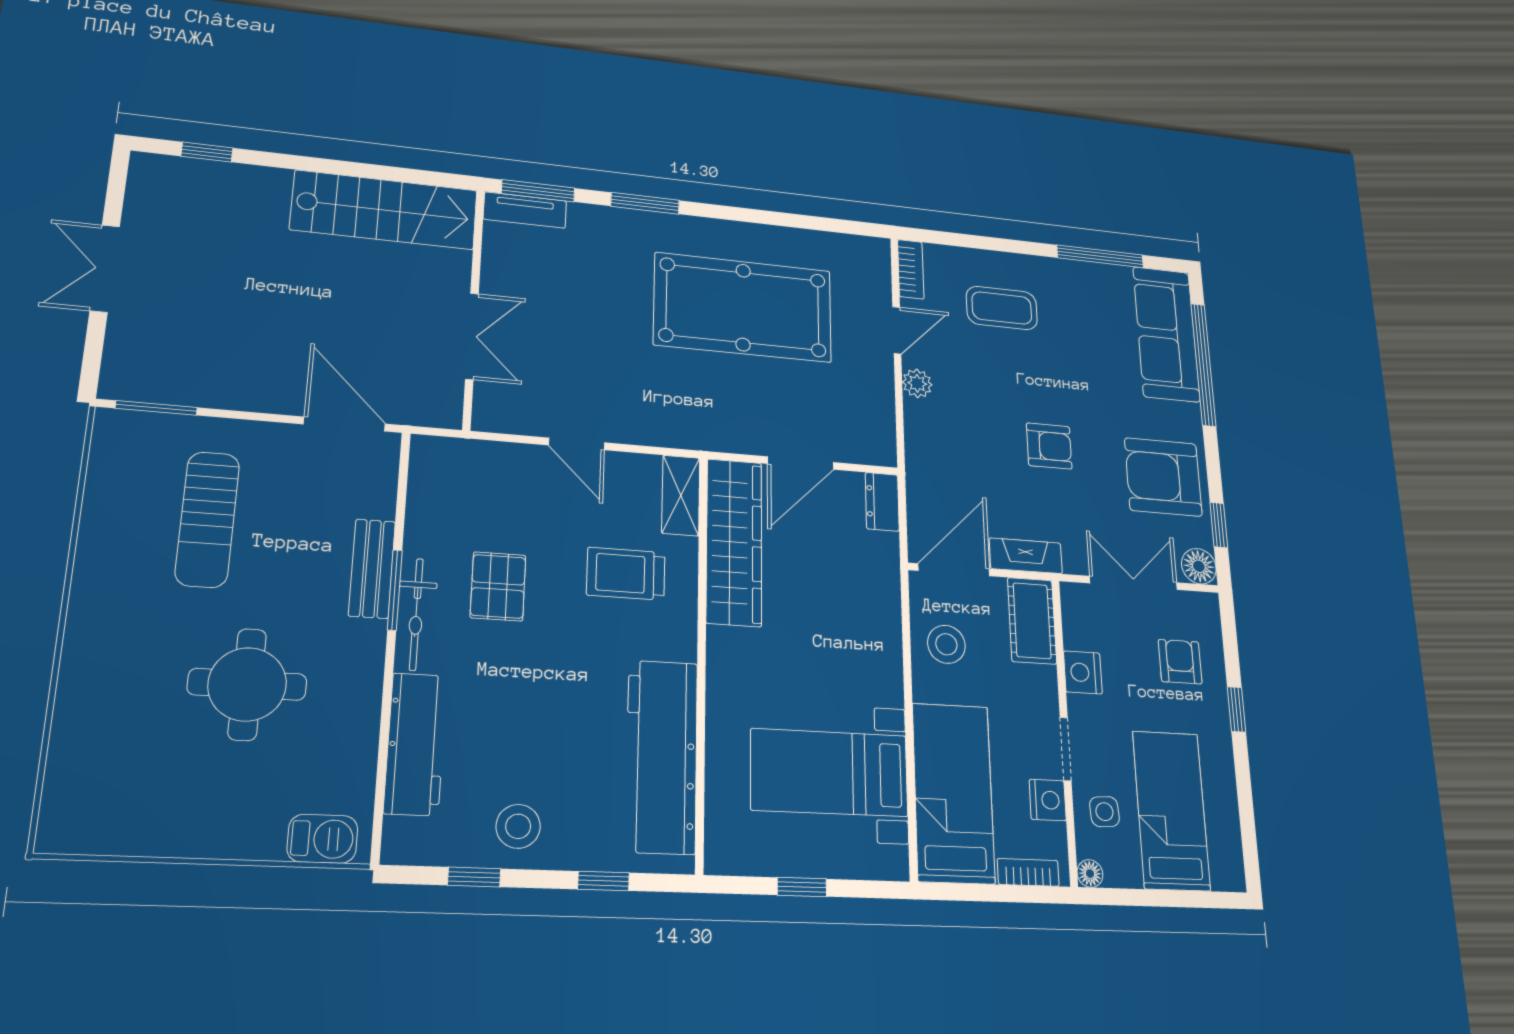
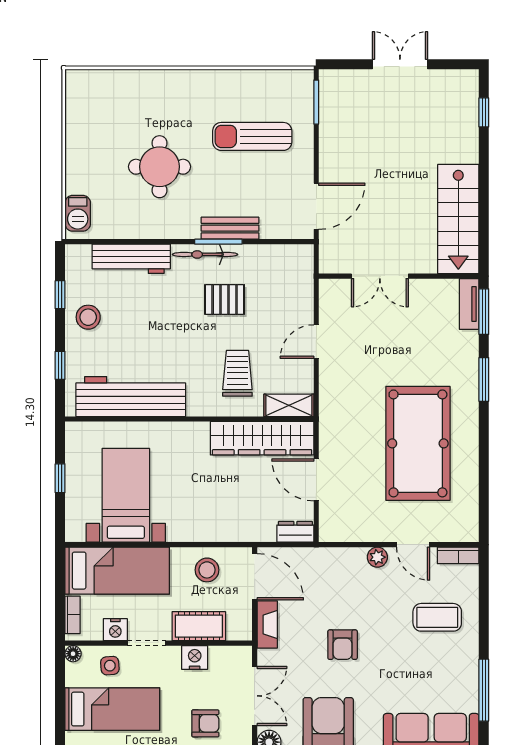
coffee table: (1002, 308) -> (437, 617), turned 90
cot: (1032, 621) -> (199, 626), moved

